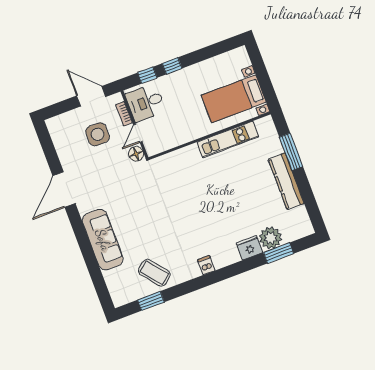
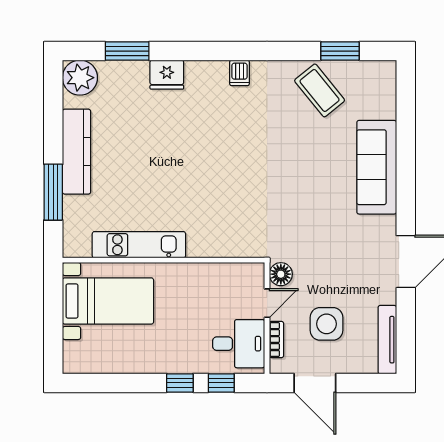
tv unit: (57, 139) -> (387, 340), added
plant: (270, 238) -> (80, 78), moved

